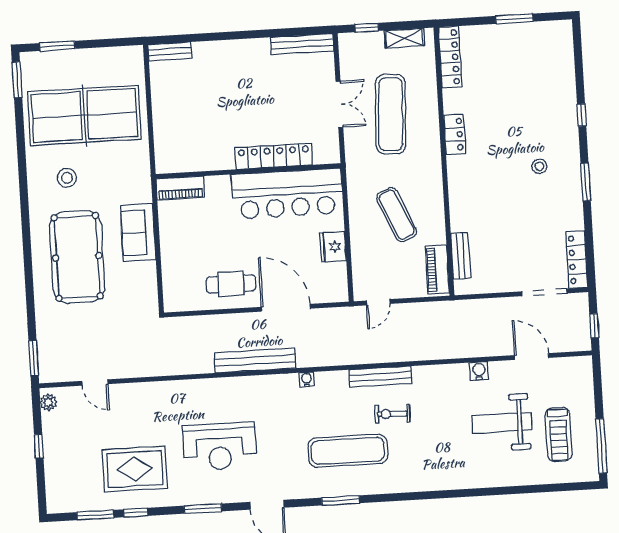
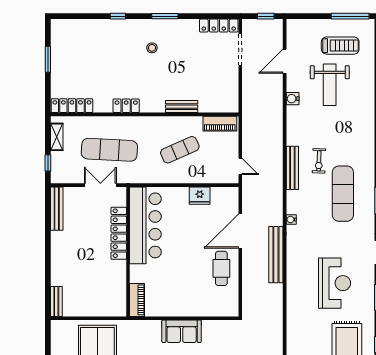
locker: (274, 156) -> (119, 233), moved
wall: (248, 171) -> (128, 252), moved
piano: (180, 188) -> (137, 300), moved
bar counter: (287, 194) -> (145, 225), moved
bench: (461, 256) -> (182, 107), moved

